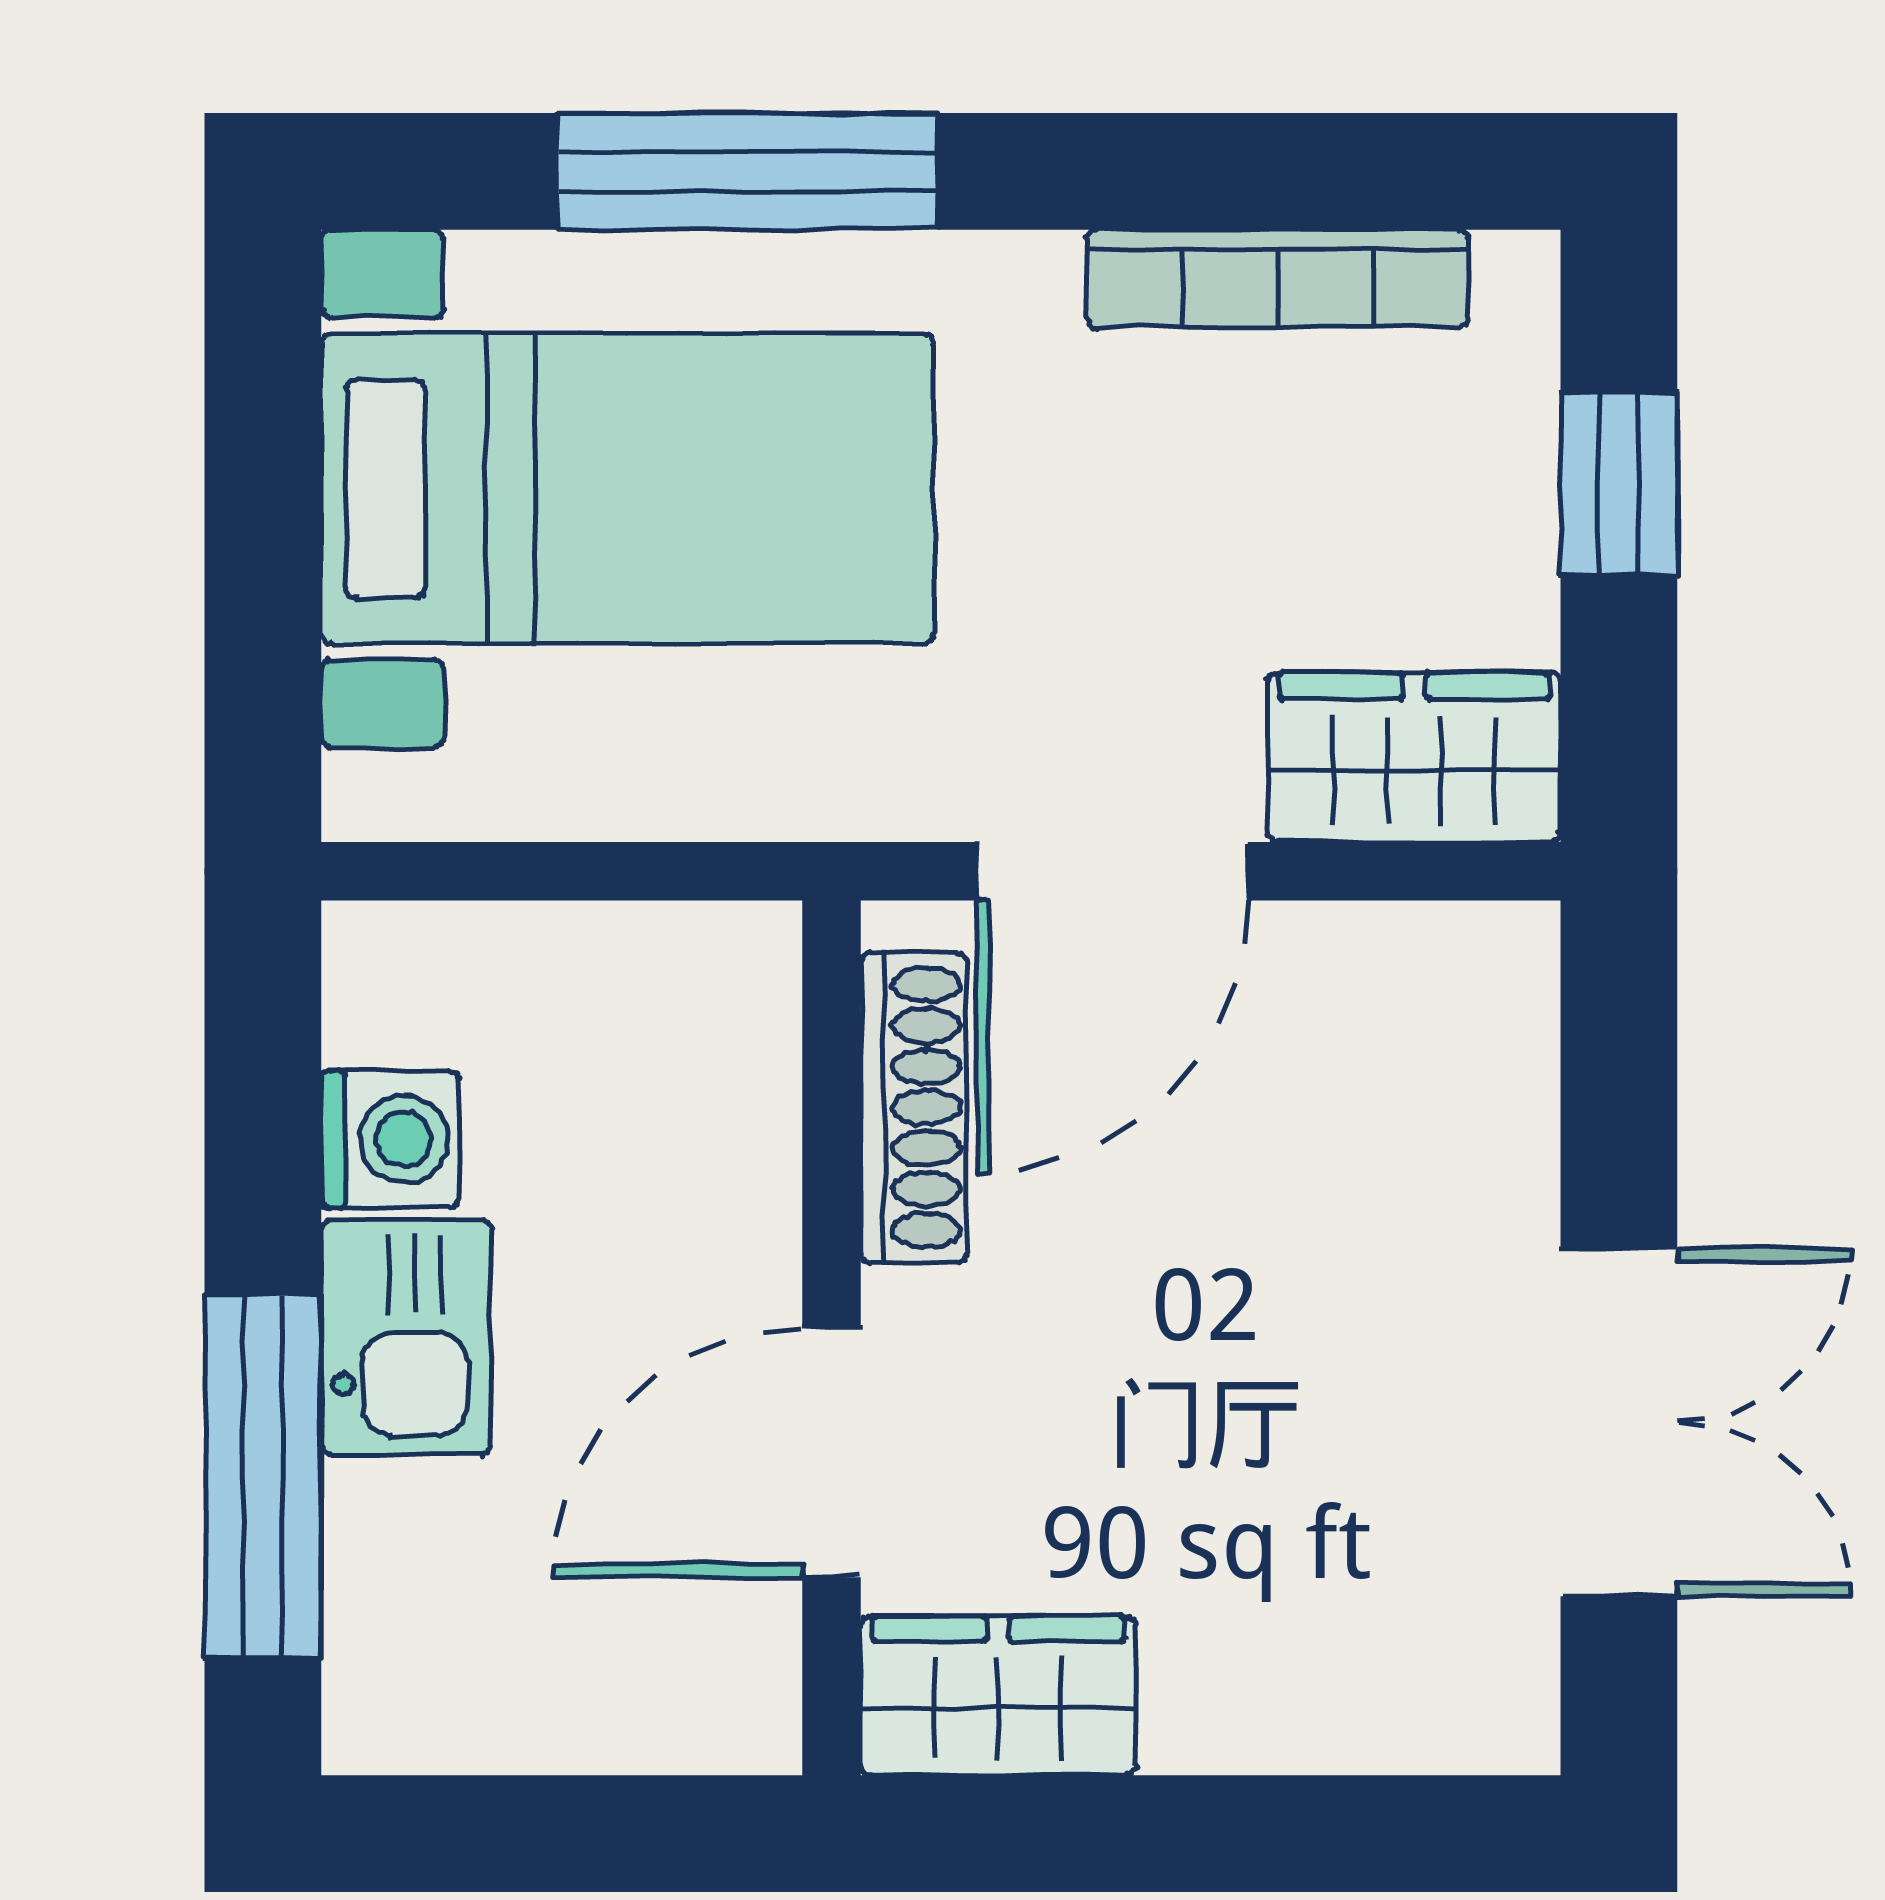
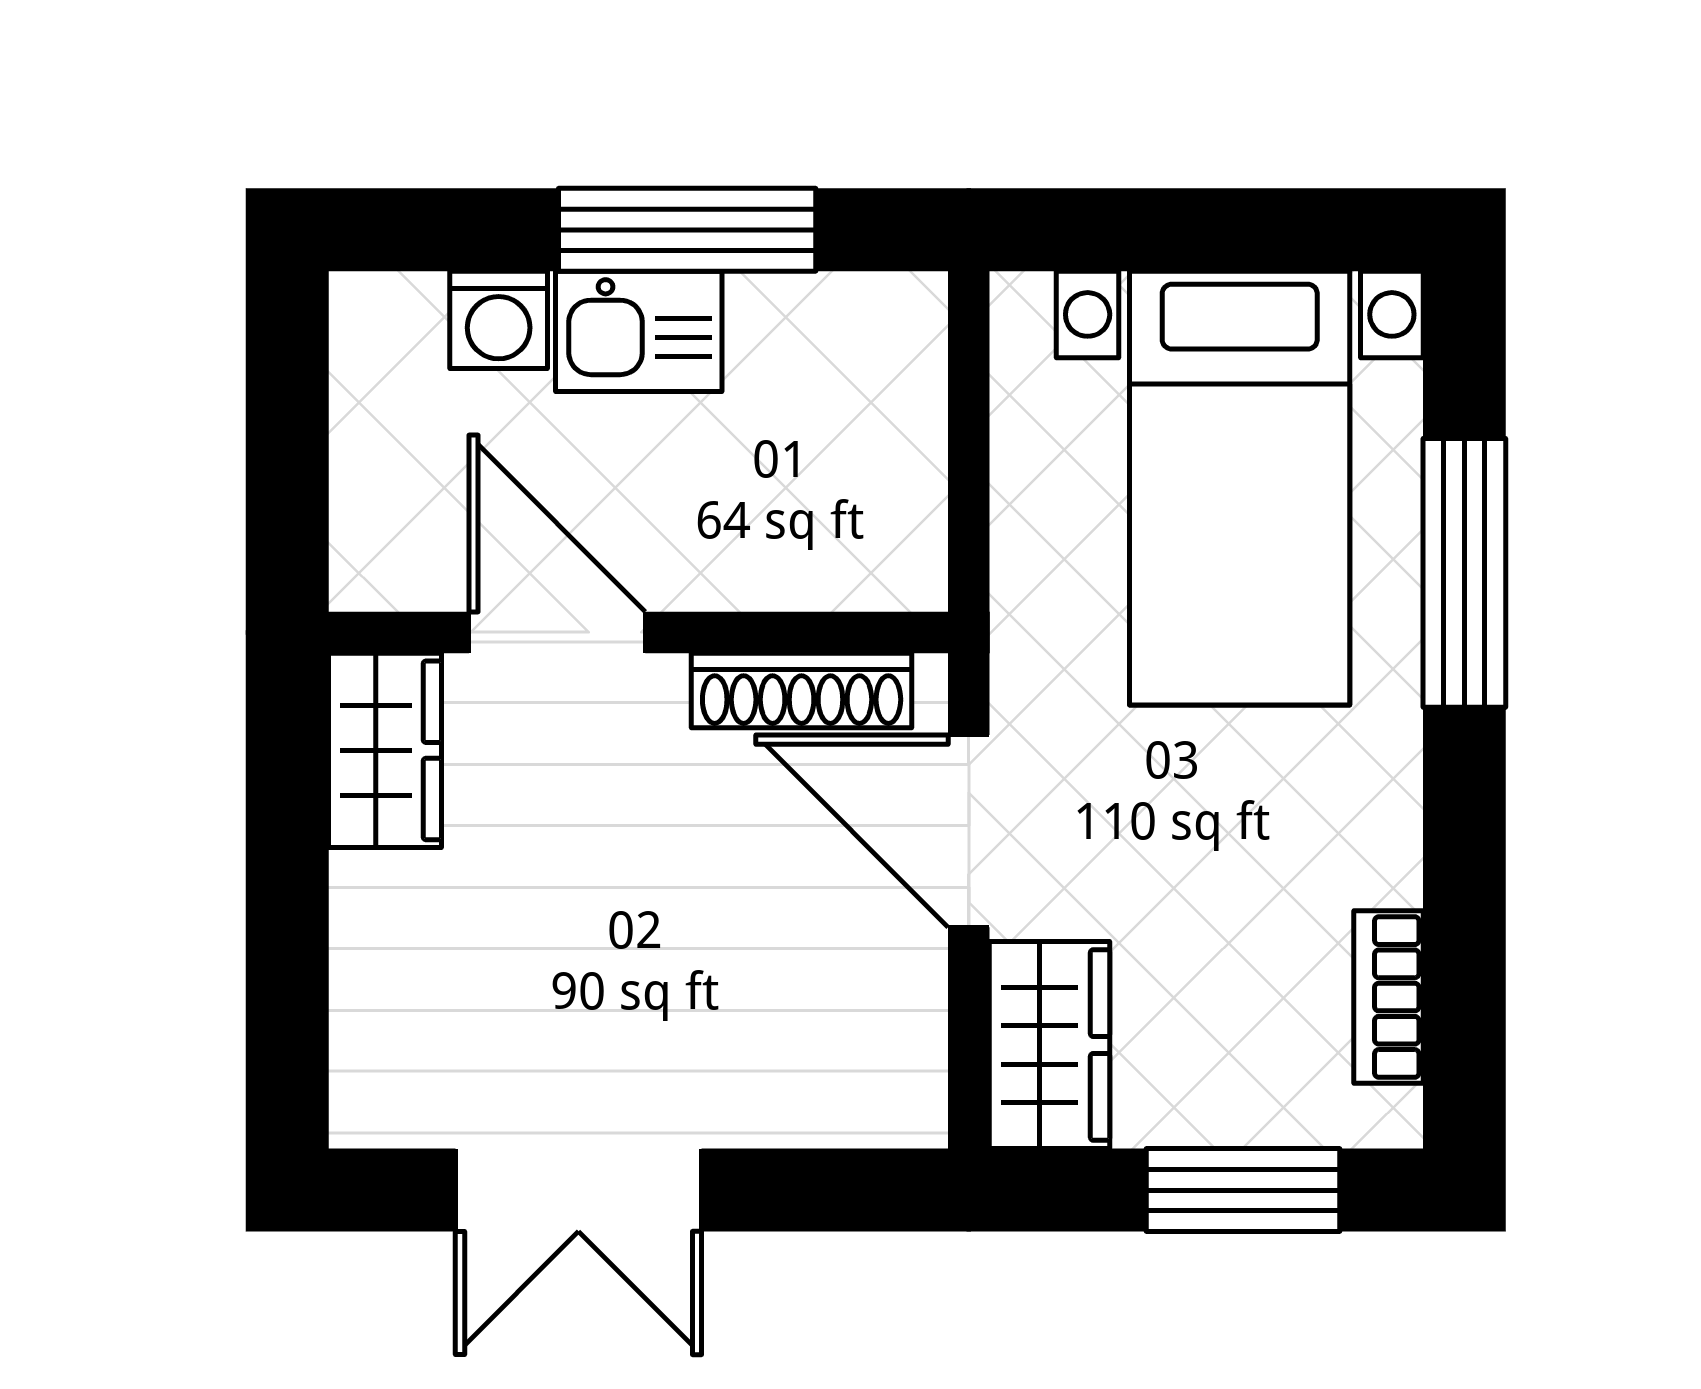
bookcase: (1278, 279) -> (1388, 997), width x0.64
window: (1619, 484) -> (1243, 1190), width x1.50
washing machine: (390, 1139) -> (499, 320), moved
window: (263, 1476) -> (687, 230), moved

